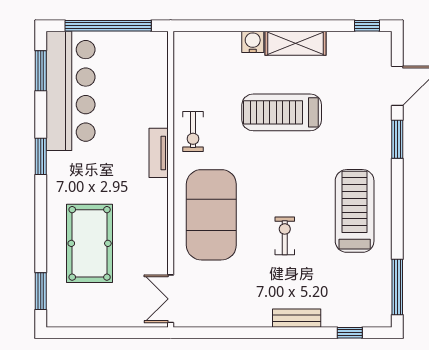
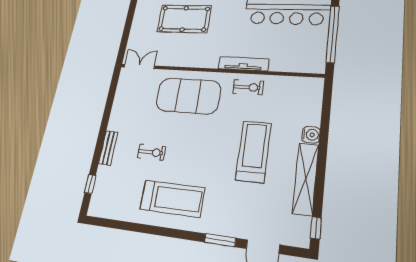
shelving: (295, 43) -> (306, 179), width x1.47
exercise bike: (193, 132) -> (248, 87), turned 180
tv unit: (159, 153) -> (243, 64), width x1.41
exercise bike: (285, 236) -> (152, 152), moved
window: (397, 287) -> (112, 224), removed

